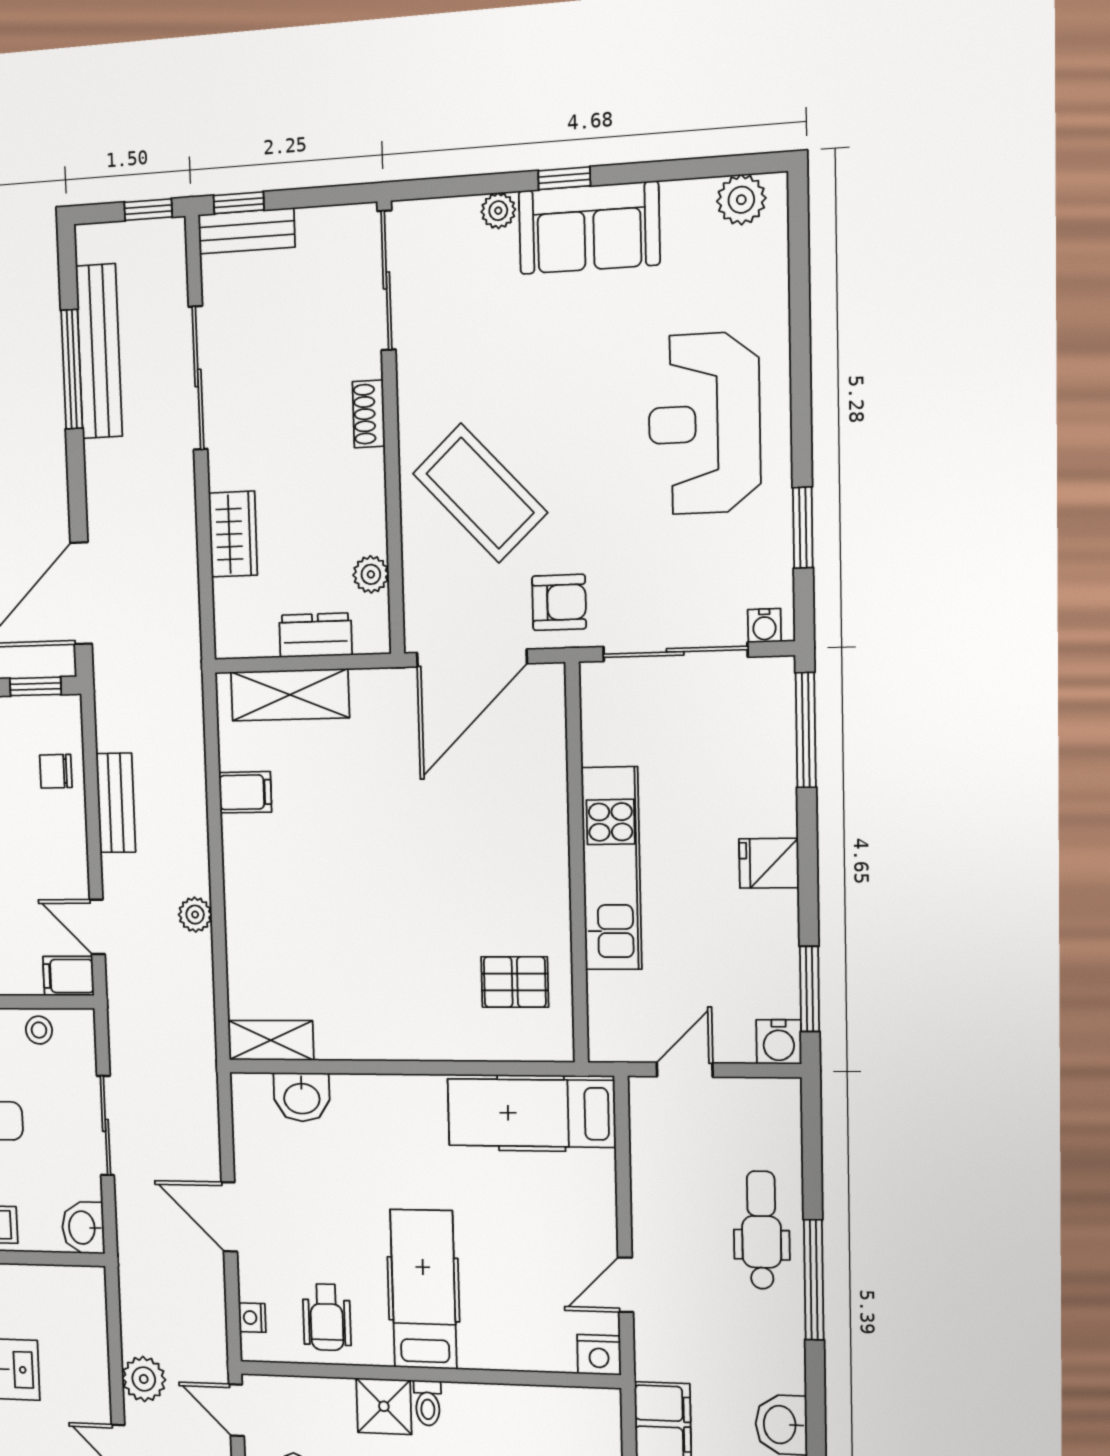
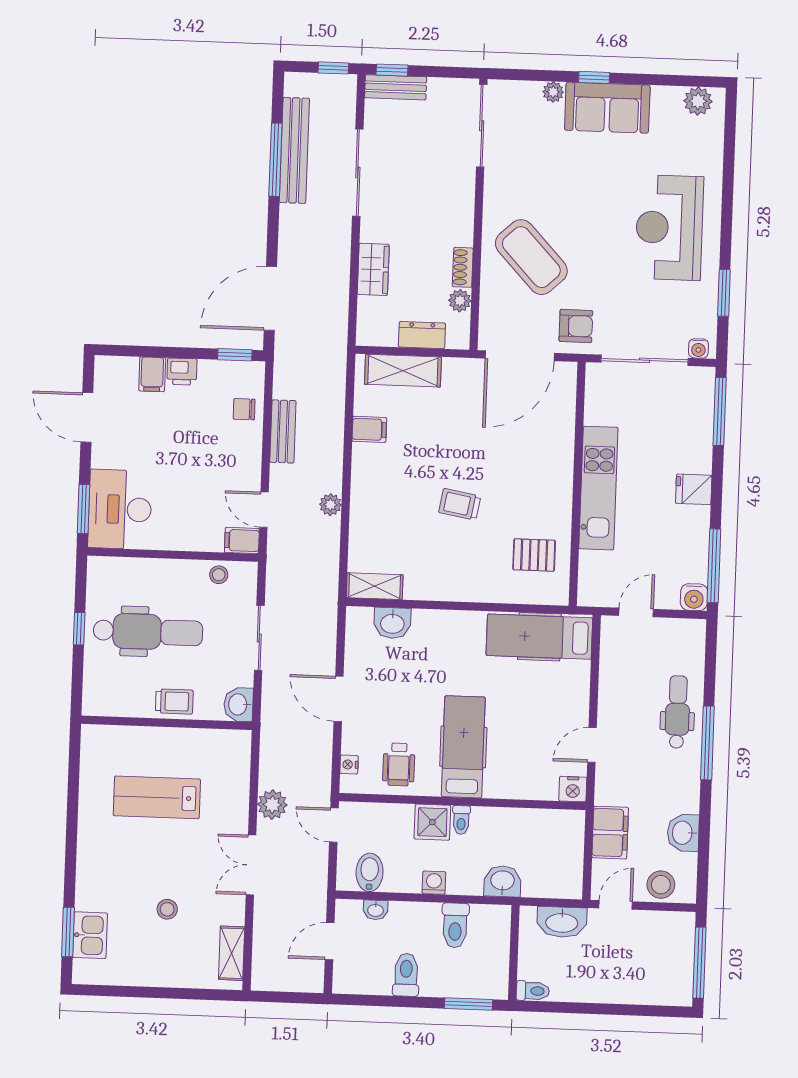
shoe rack: (369, 414) -> (463, 267), moved
trolley: (392, 905) -> (460, 504), added
window: (810, 989) -> (714, 566), width x1.44

